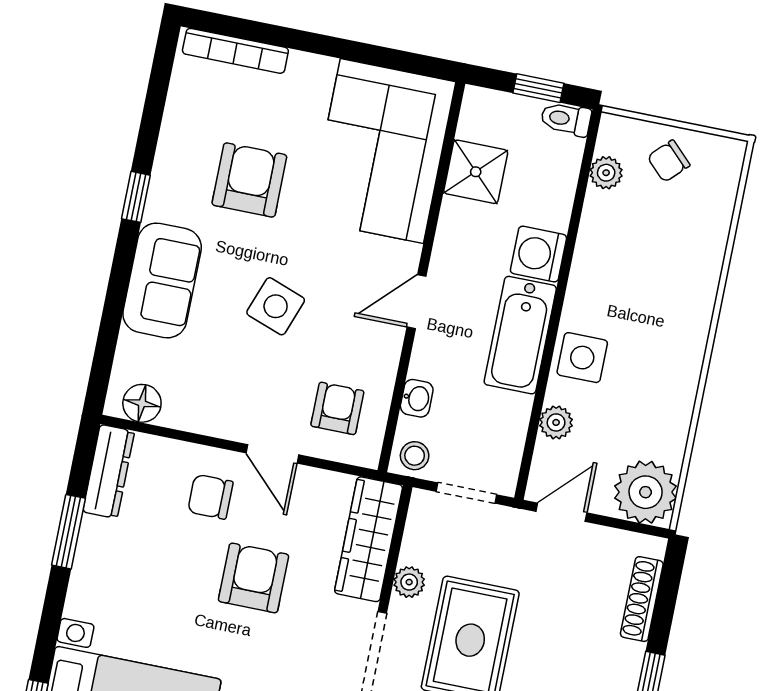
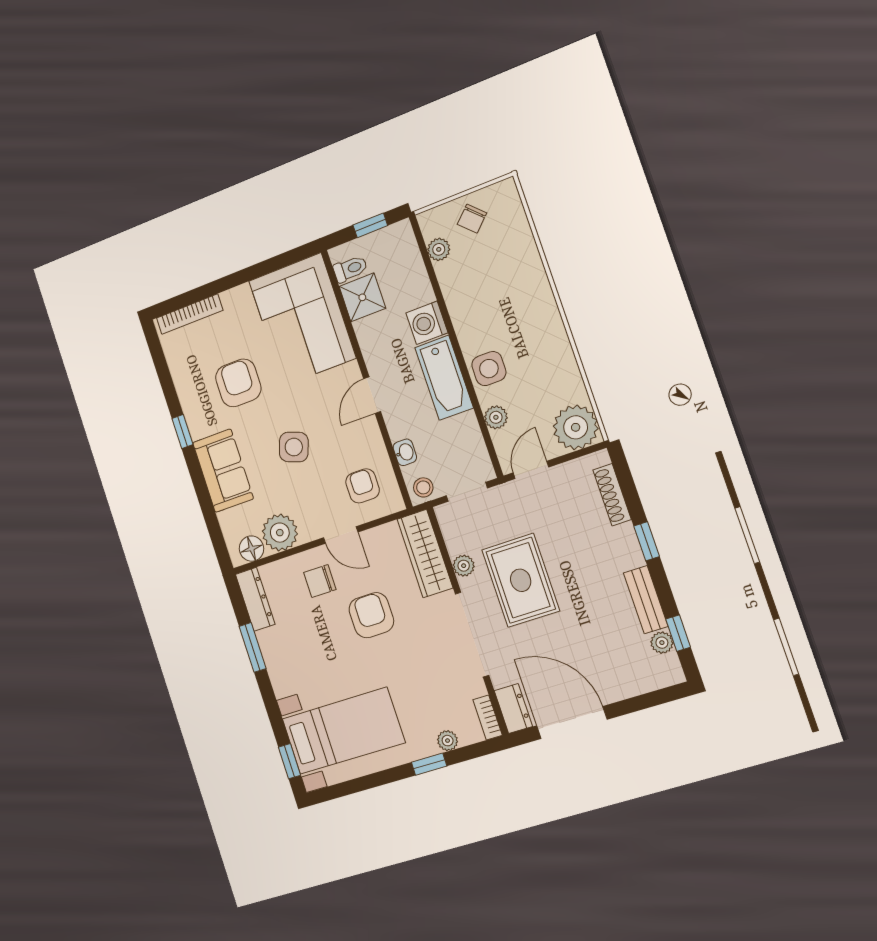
toilet: (566, 119) -> (350, 269), moved, turned 180
plant: (193, 405) -> (280, 533), added

